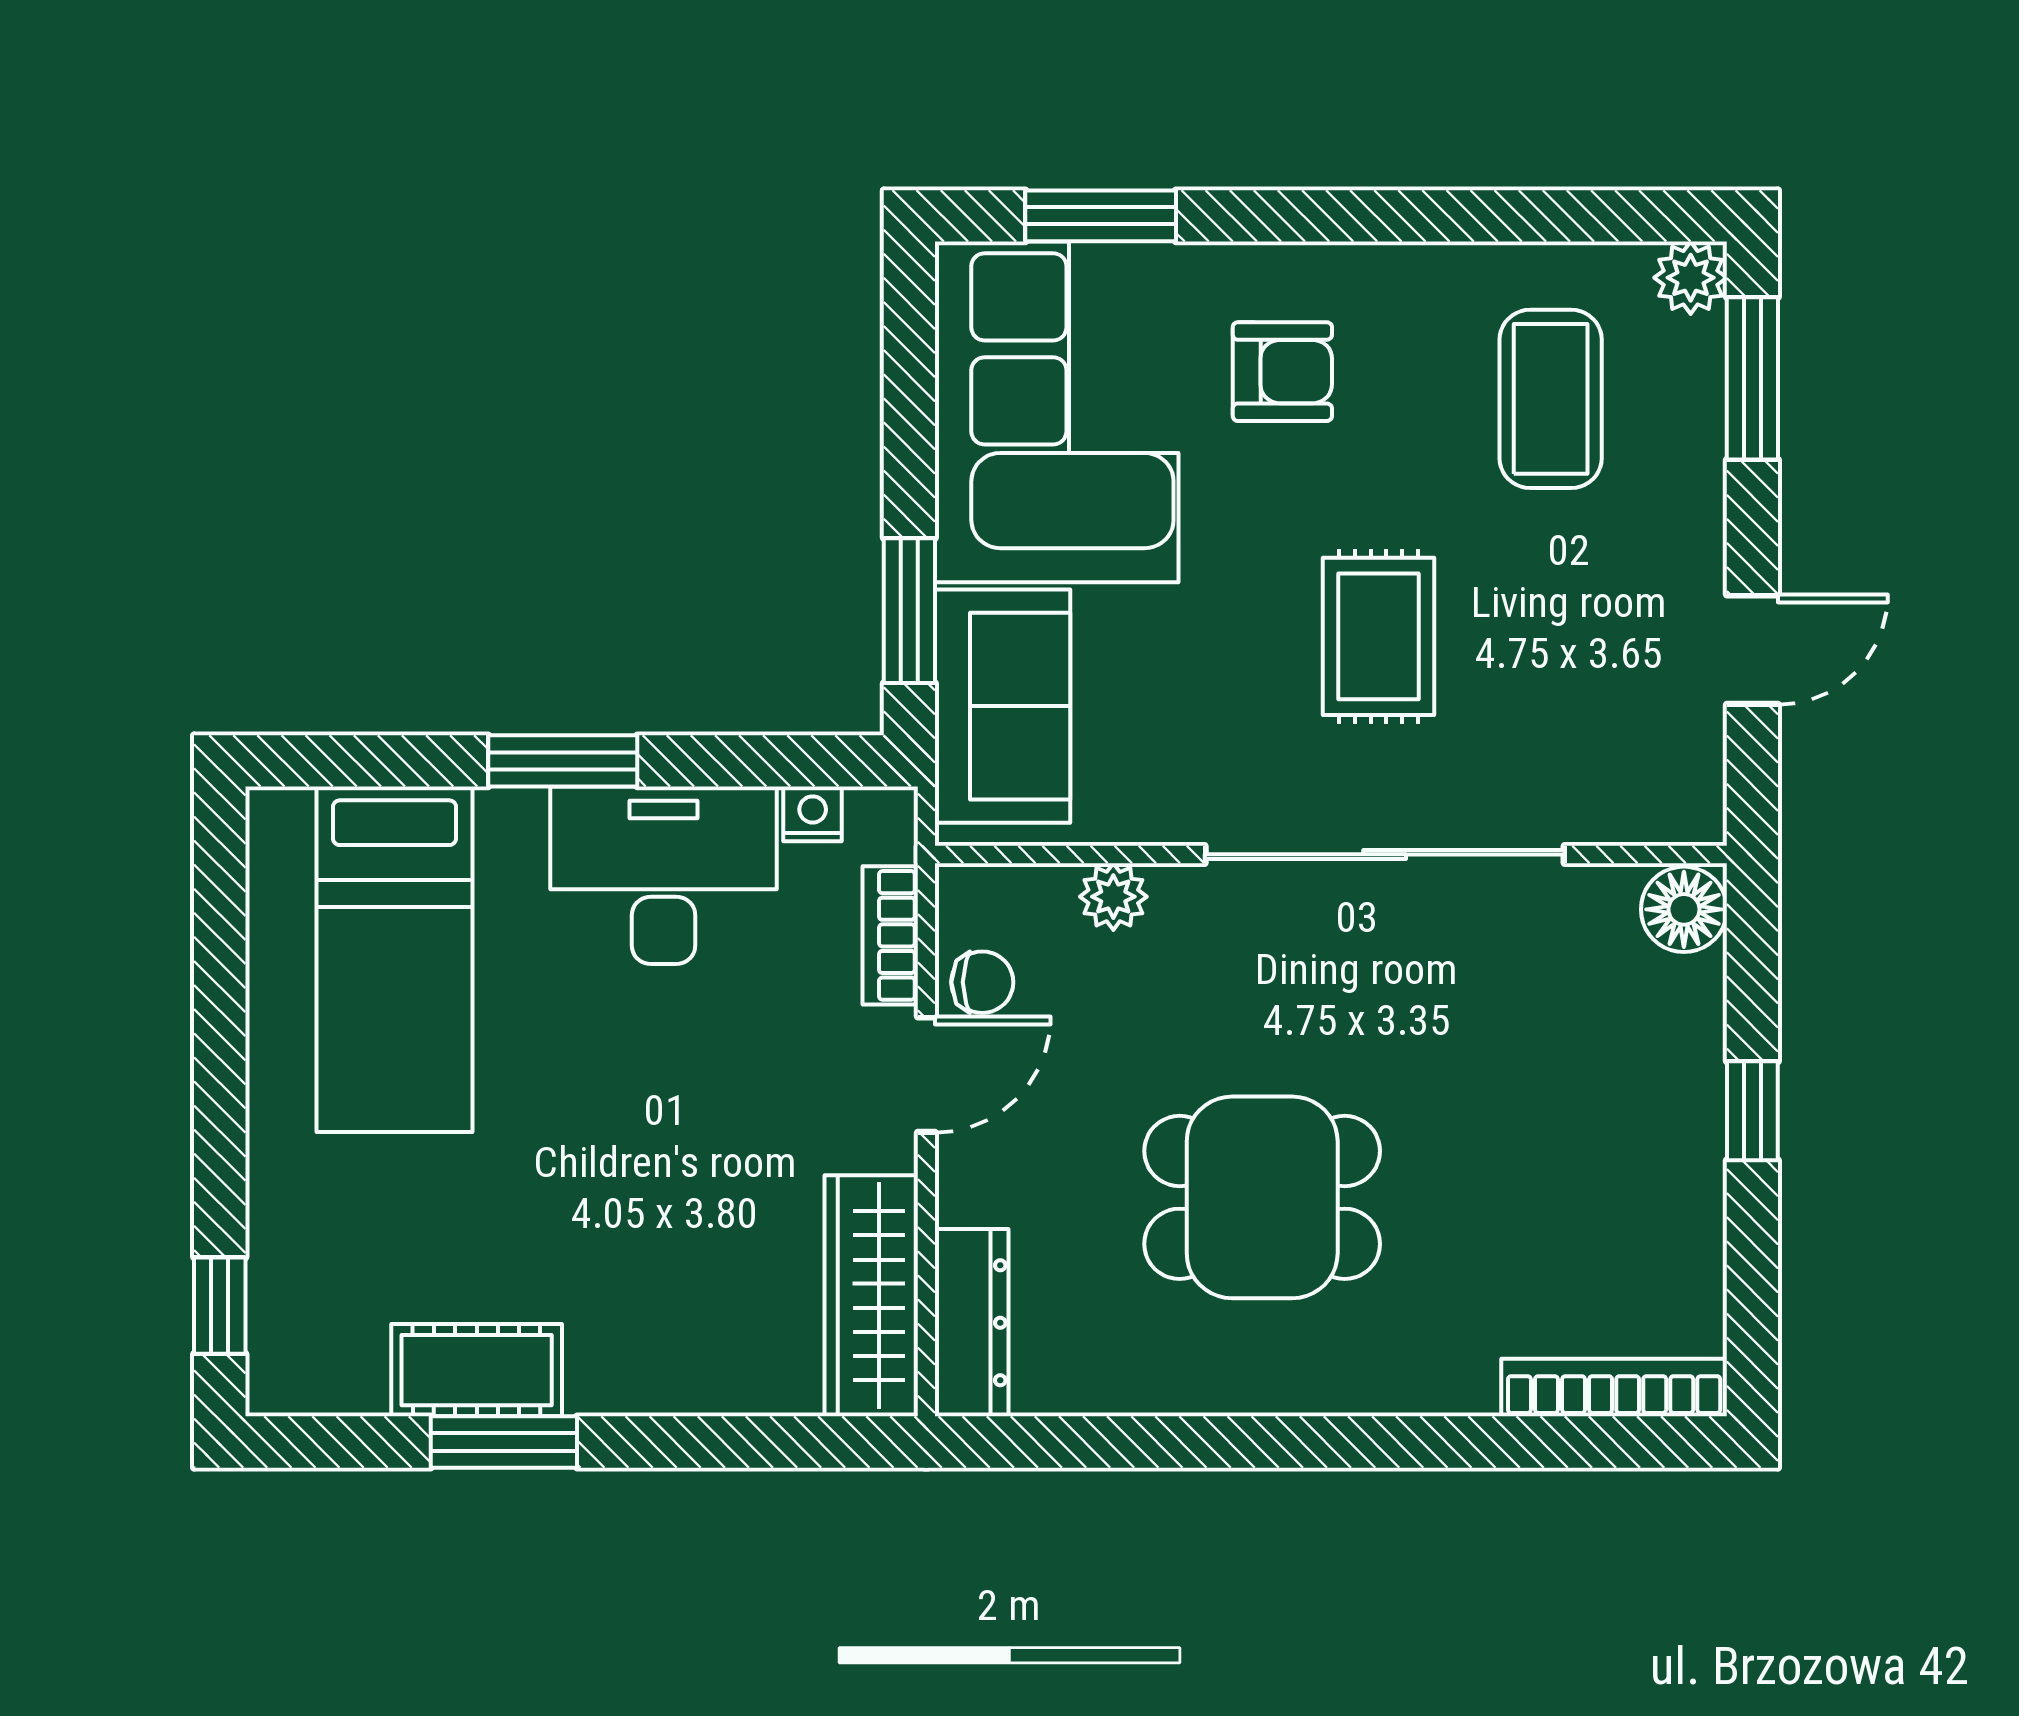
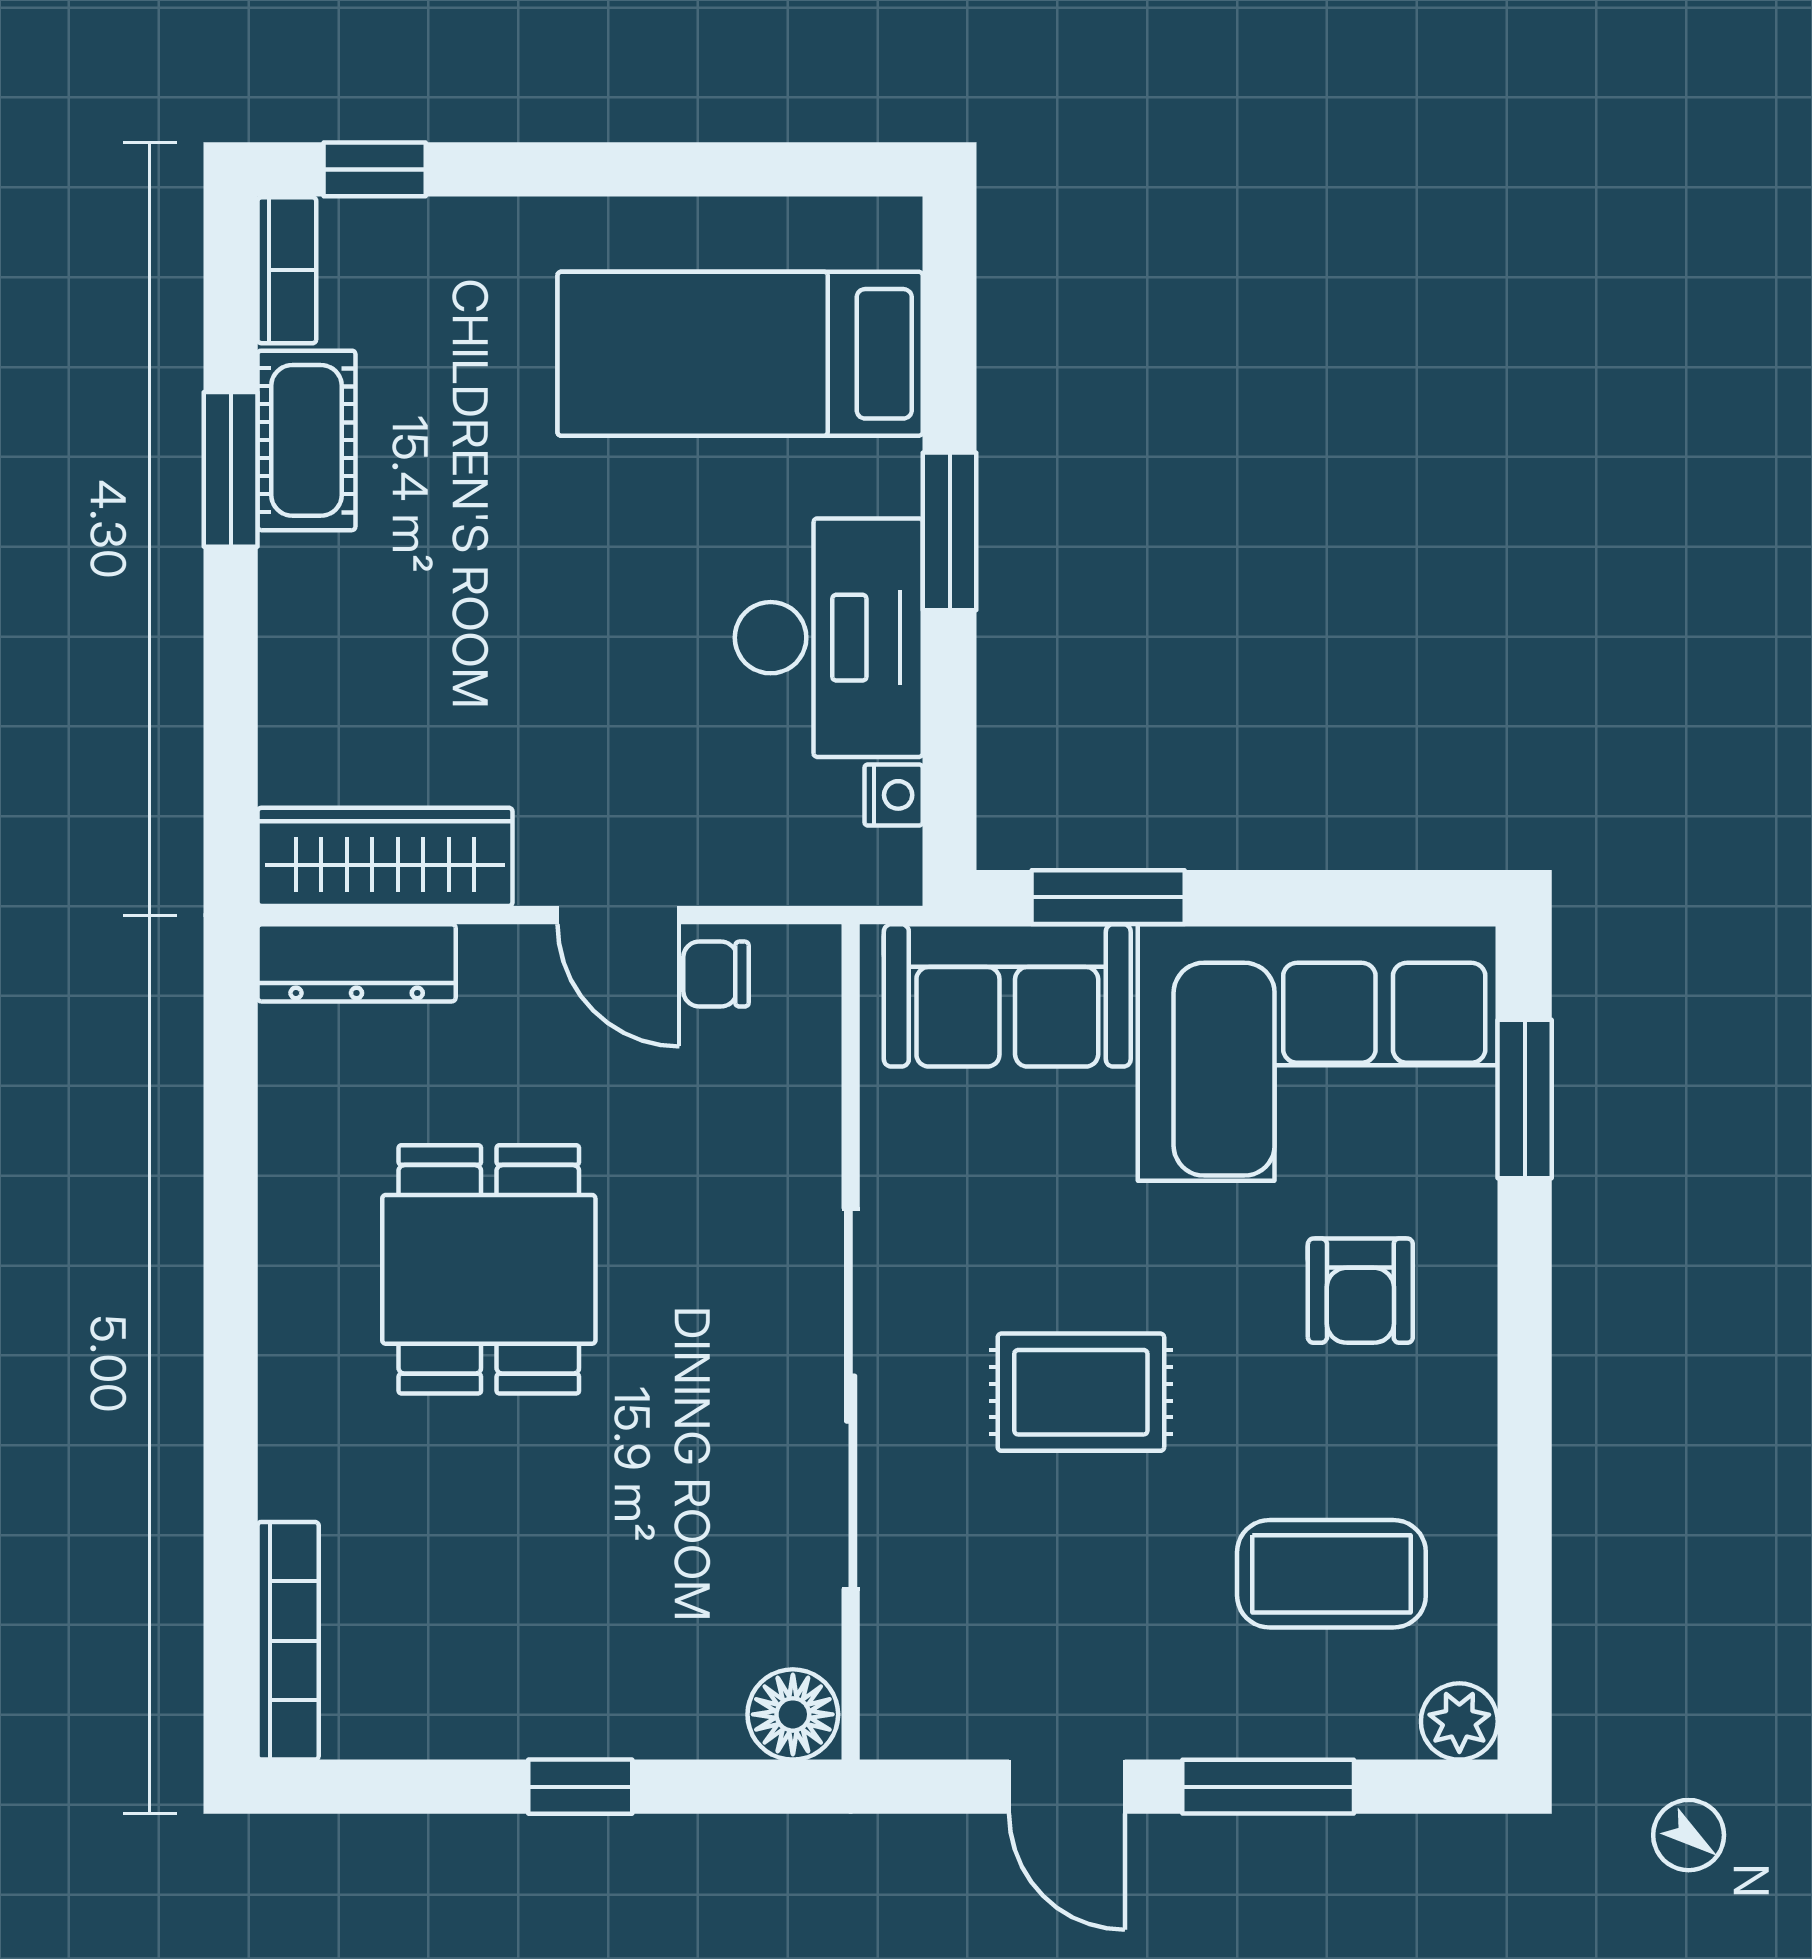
window: (1752, 378) -> (1268, 1787), moved
plant: (1113, 897) -> (806, 1112), removed
bookcase: (890, 935) -> (287, 270), moved, turned 90
chair: (982, 982) -> (716, 974), turned 90

